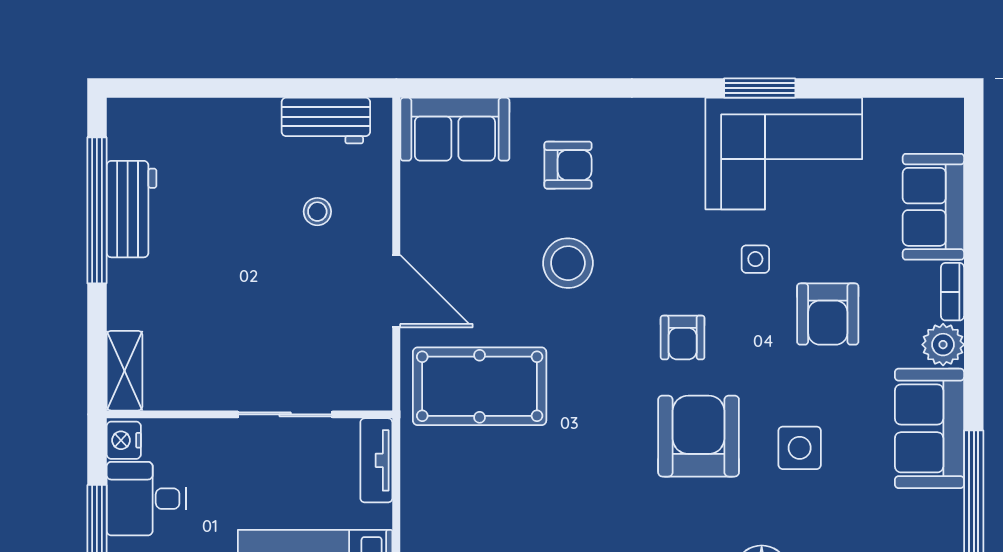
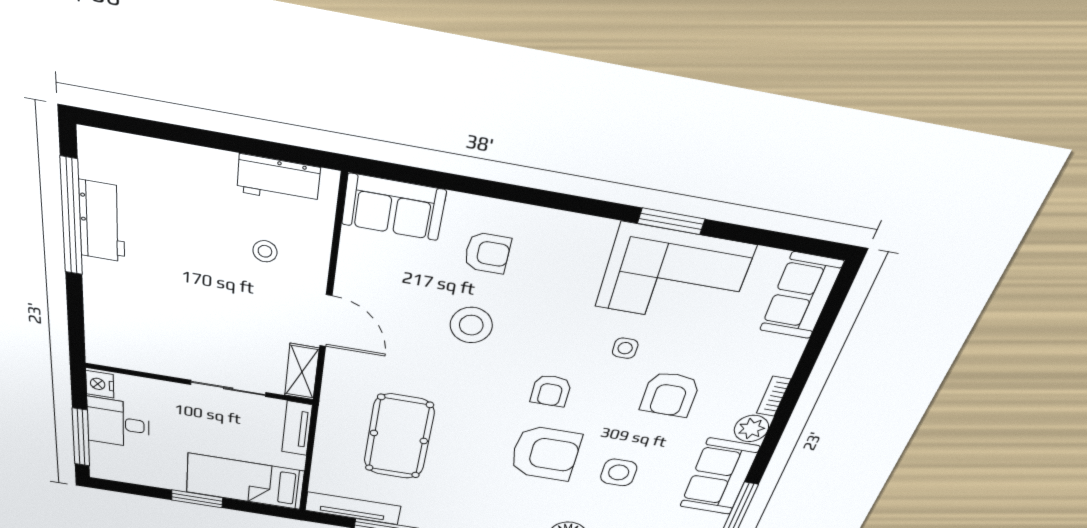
sofa: (933, 207) -> (801, 296), moved
shelving: (125, 371) -> (302, 372), moved
pool table: (480, 386) -> (399, 437), moved, turned 90
armchair: (699, 436) -> (545, 453), turned 90

